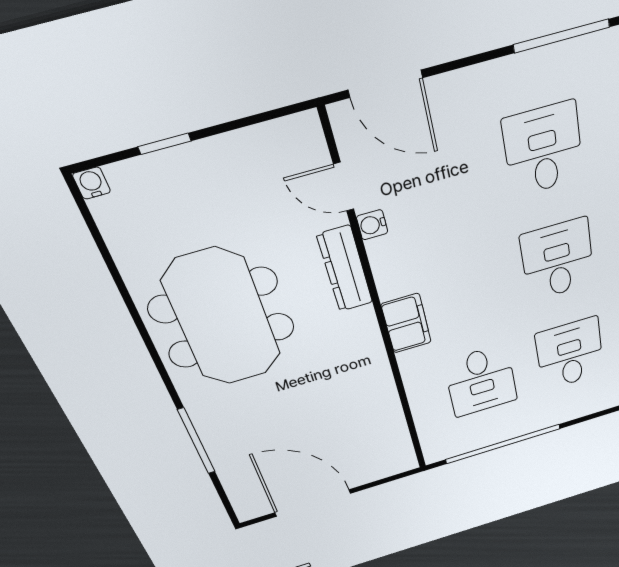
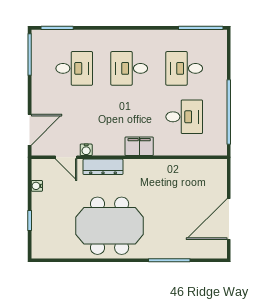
desk: (543, 149) -> (74, 68), turned 180
water cooler: (92, 183) -> (37, 186), moved
door: (344, 187) -> (66, 157), hinge flipped

